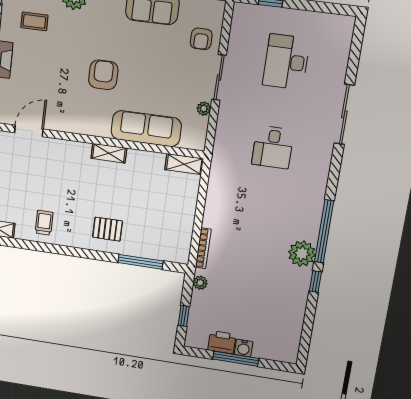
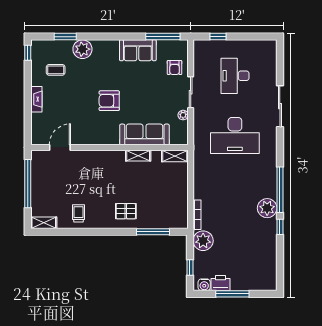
armchair: (103, 75) -> (109, 101), turned -90
desk: (273, 147) -> (235, 135), width x1.87, depth x1.30
shelving: (109, 153) -> (138, 156), moved
plant: (200, 283) -> (203, 241), width x1.88, depth x1.88
water cooler: (244, 348) -> (204, 285), moved

